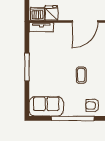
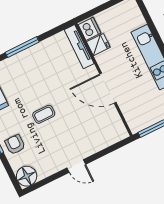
tv unit: (41, 27) -> (79, 47), width x1.41

